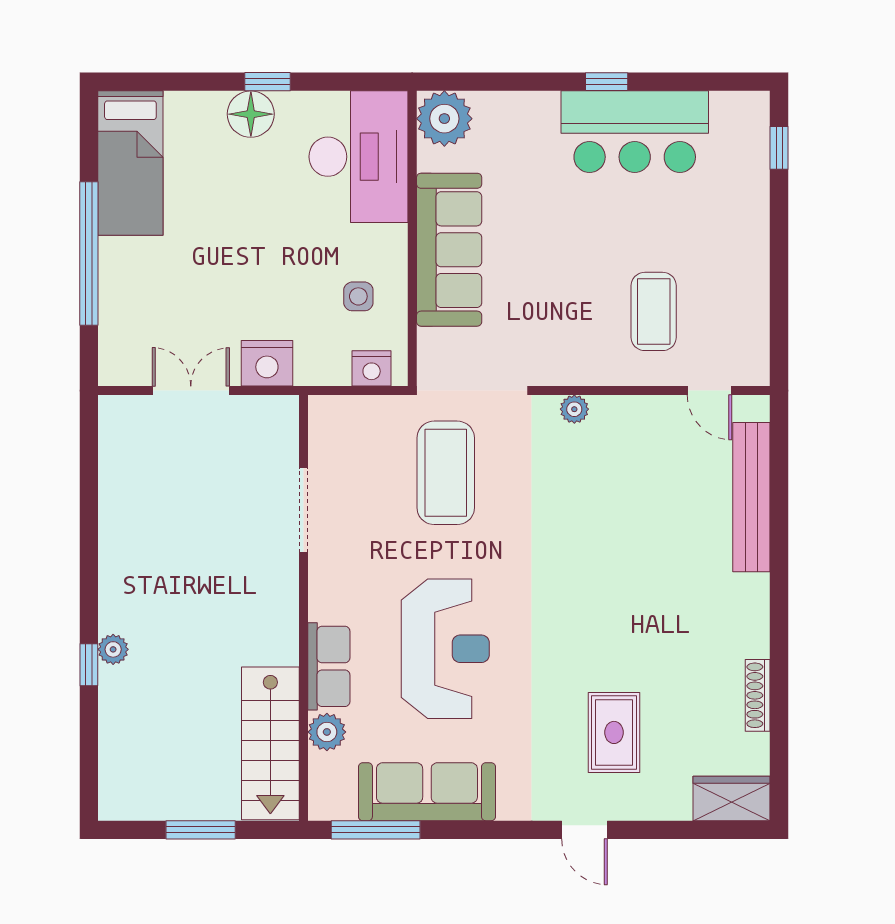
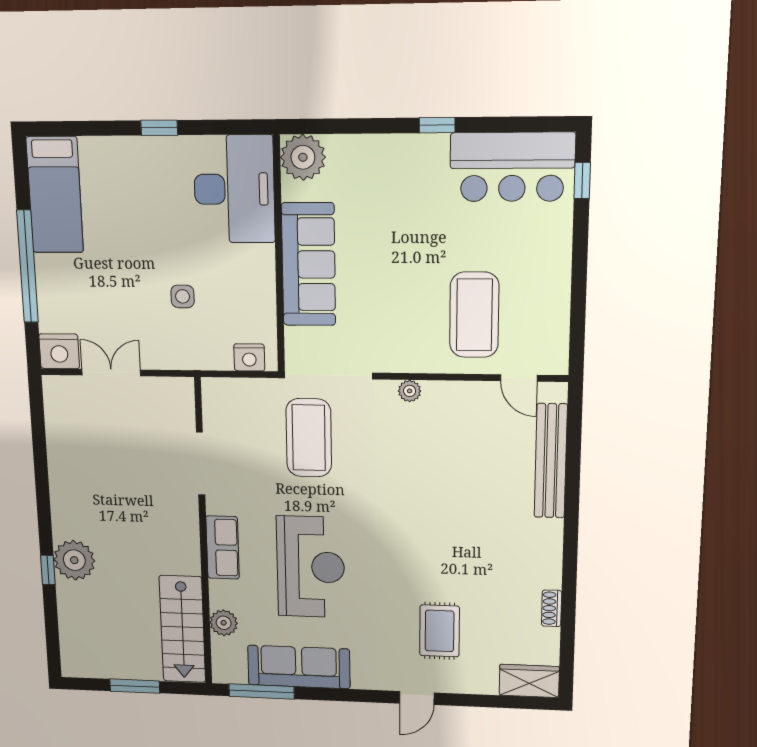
floor lamp: (251, 114) -> (147, 155), removed
bar counter: (635, 132) -> (512, 167), moved
side table: (358, 296) -> (183, 296), moved
coffee table: (654, 311) -> (474, 315), width x1.36, depth x1.32
nightstand: (267, 363) -> (59, 351), moved
plant: (113, 649) -> (74, 560), width x1.87, depth x1.87
row of seats: (329, 666) -> (223, 547), moved
shoe rack: (758, 695) -> (552, 608), width x0.70
door: (585, 830) -> (417, 698), hinge flipped

